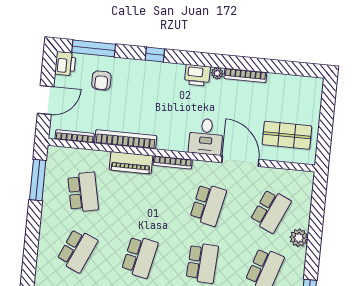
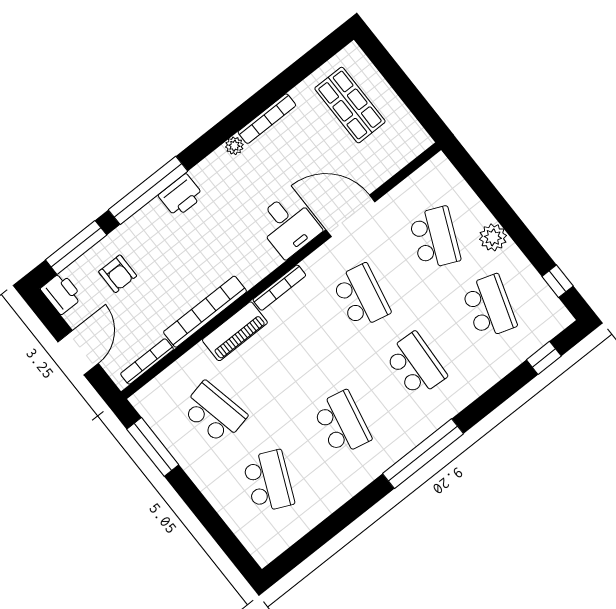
window: (155, 55) -> (148, 190), width x3.17
printer: (197, 75) -> (181, 196), moved
shop shelf: (287, 135) -> (350, 105), moved, turned 90

